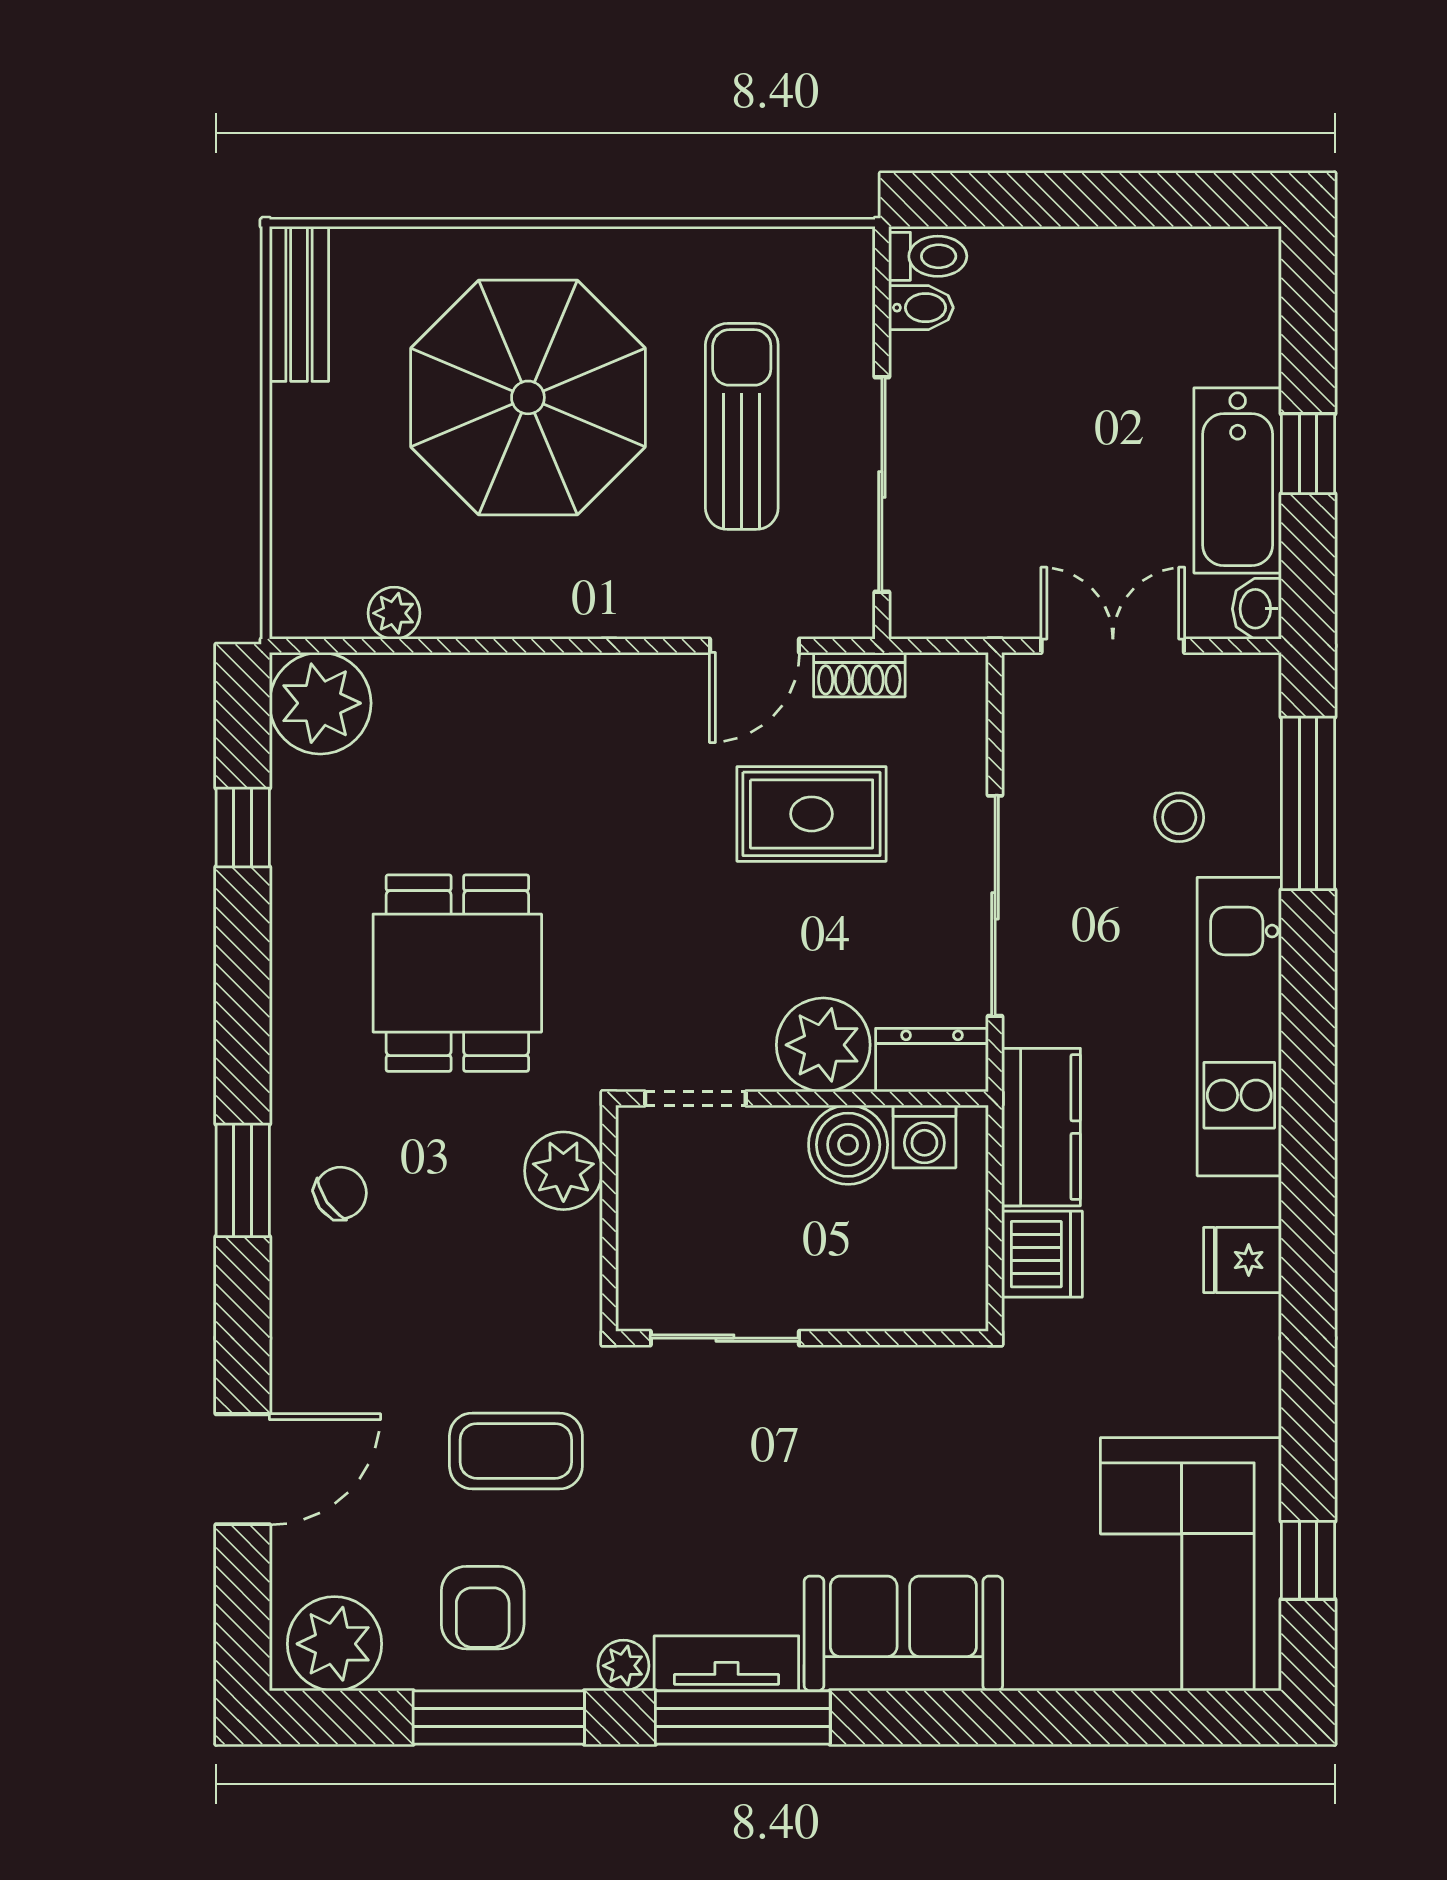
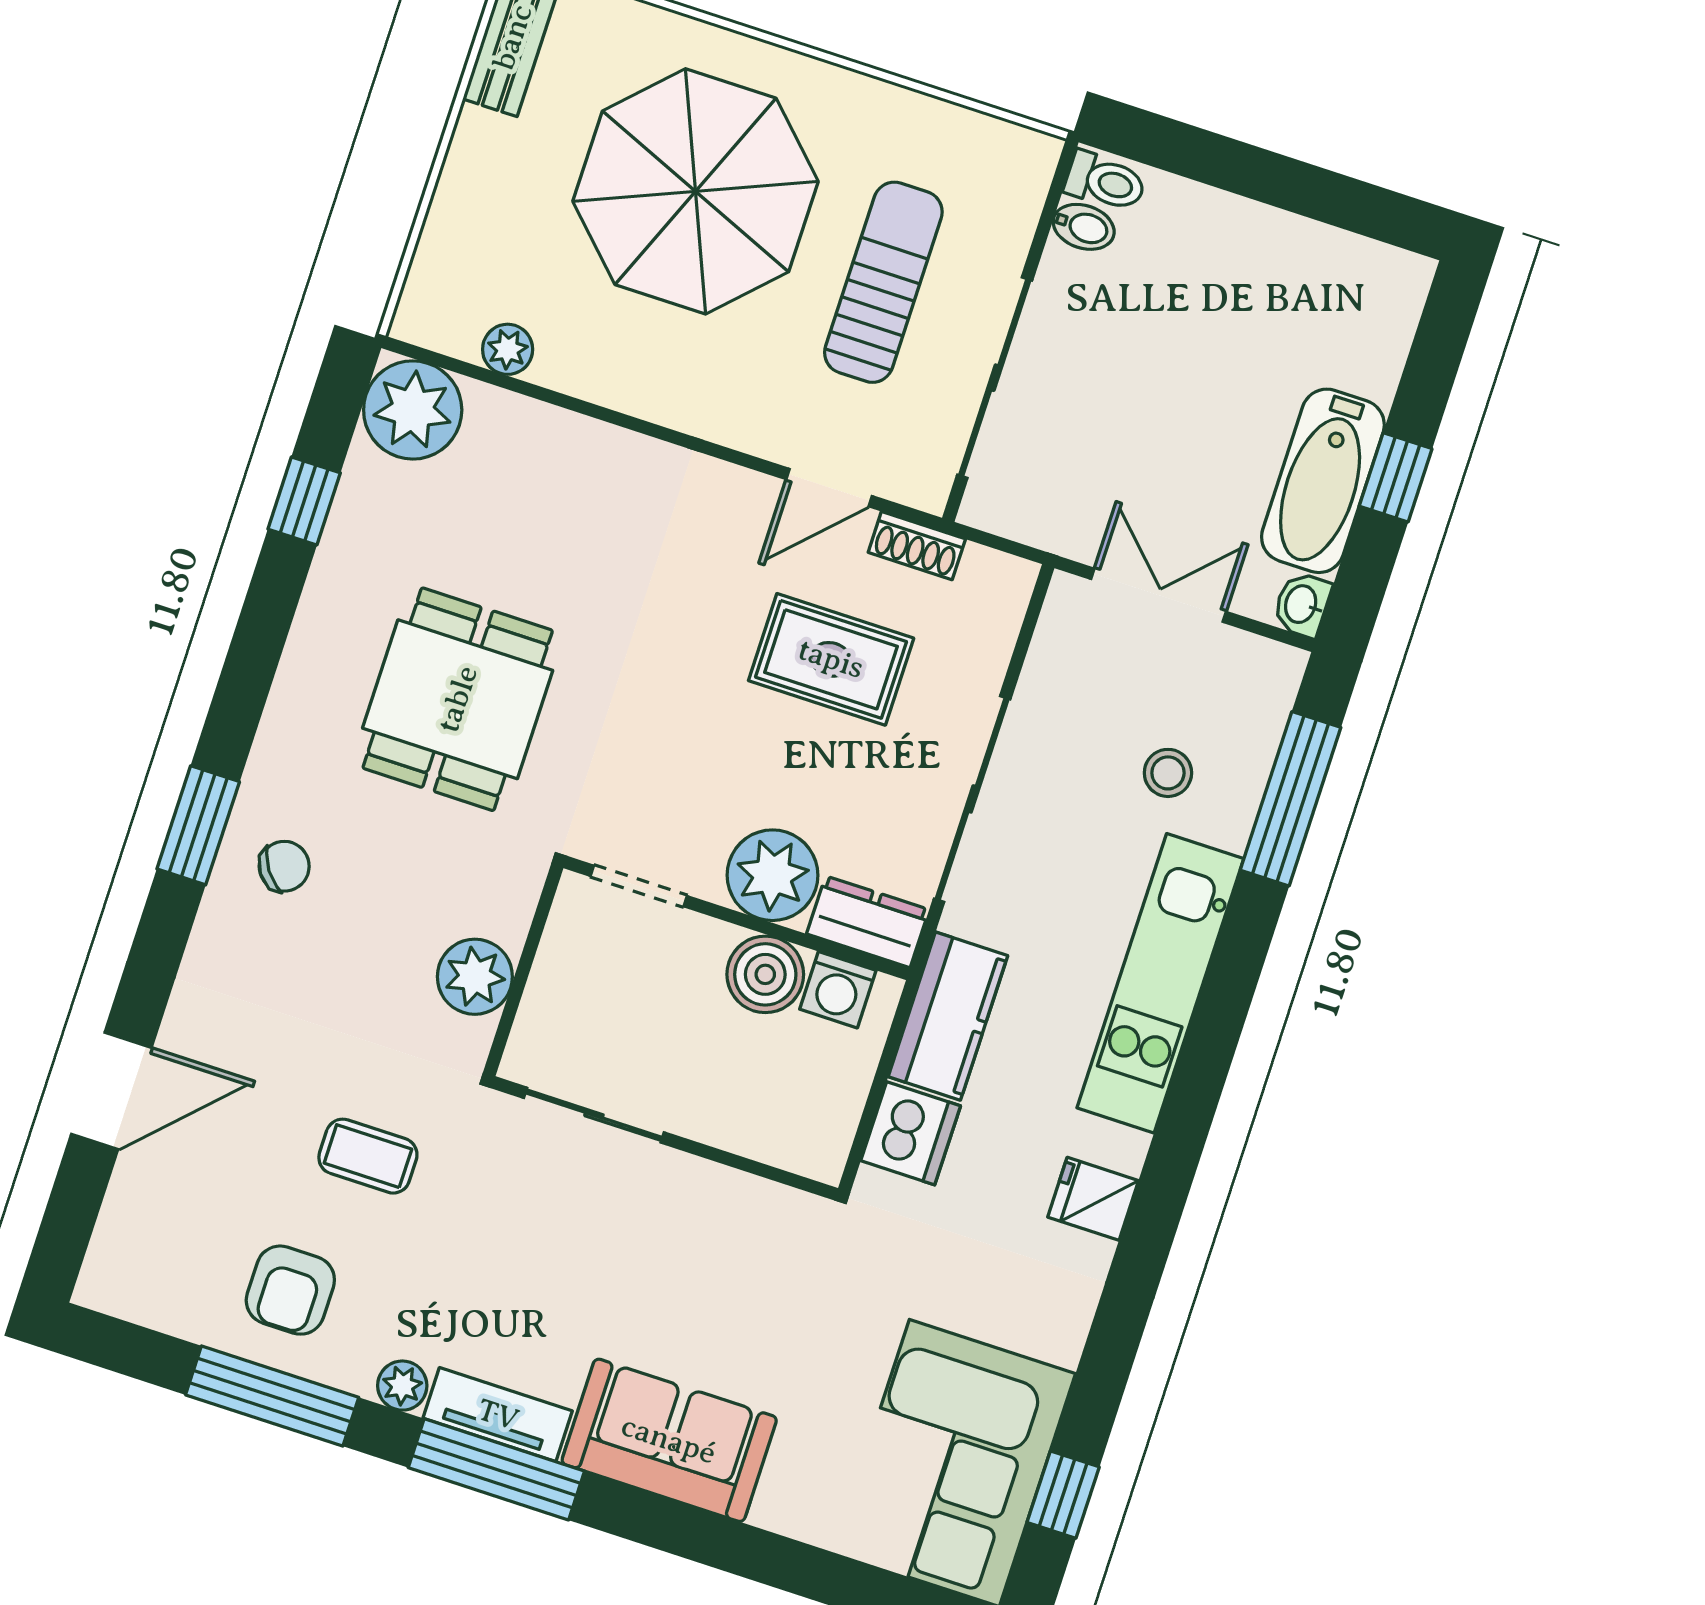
plant: (563, 1171) -> (475, 977), moved
coffee table: (516, 1451) -> (368, 1156), width x0.73, depth x0.77
plant: (334, 1644) -> (143, 1279), removed

